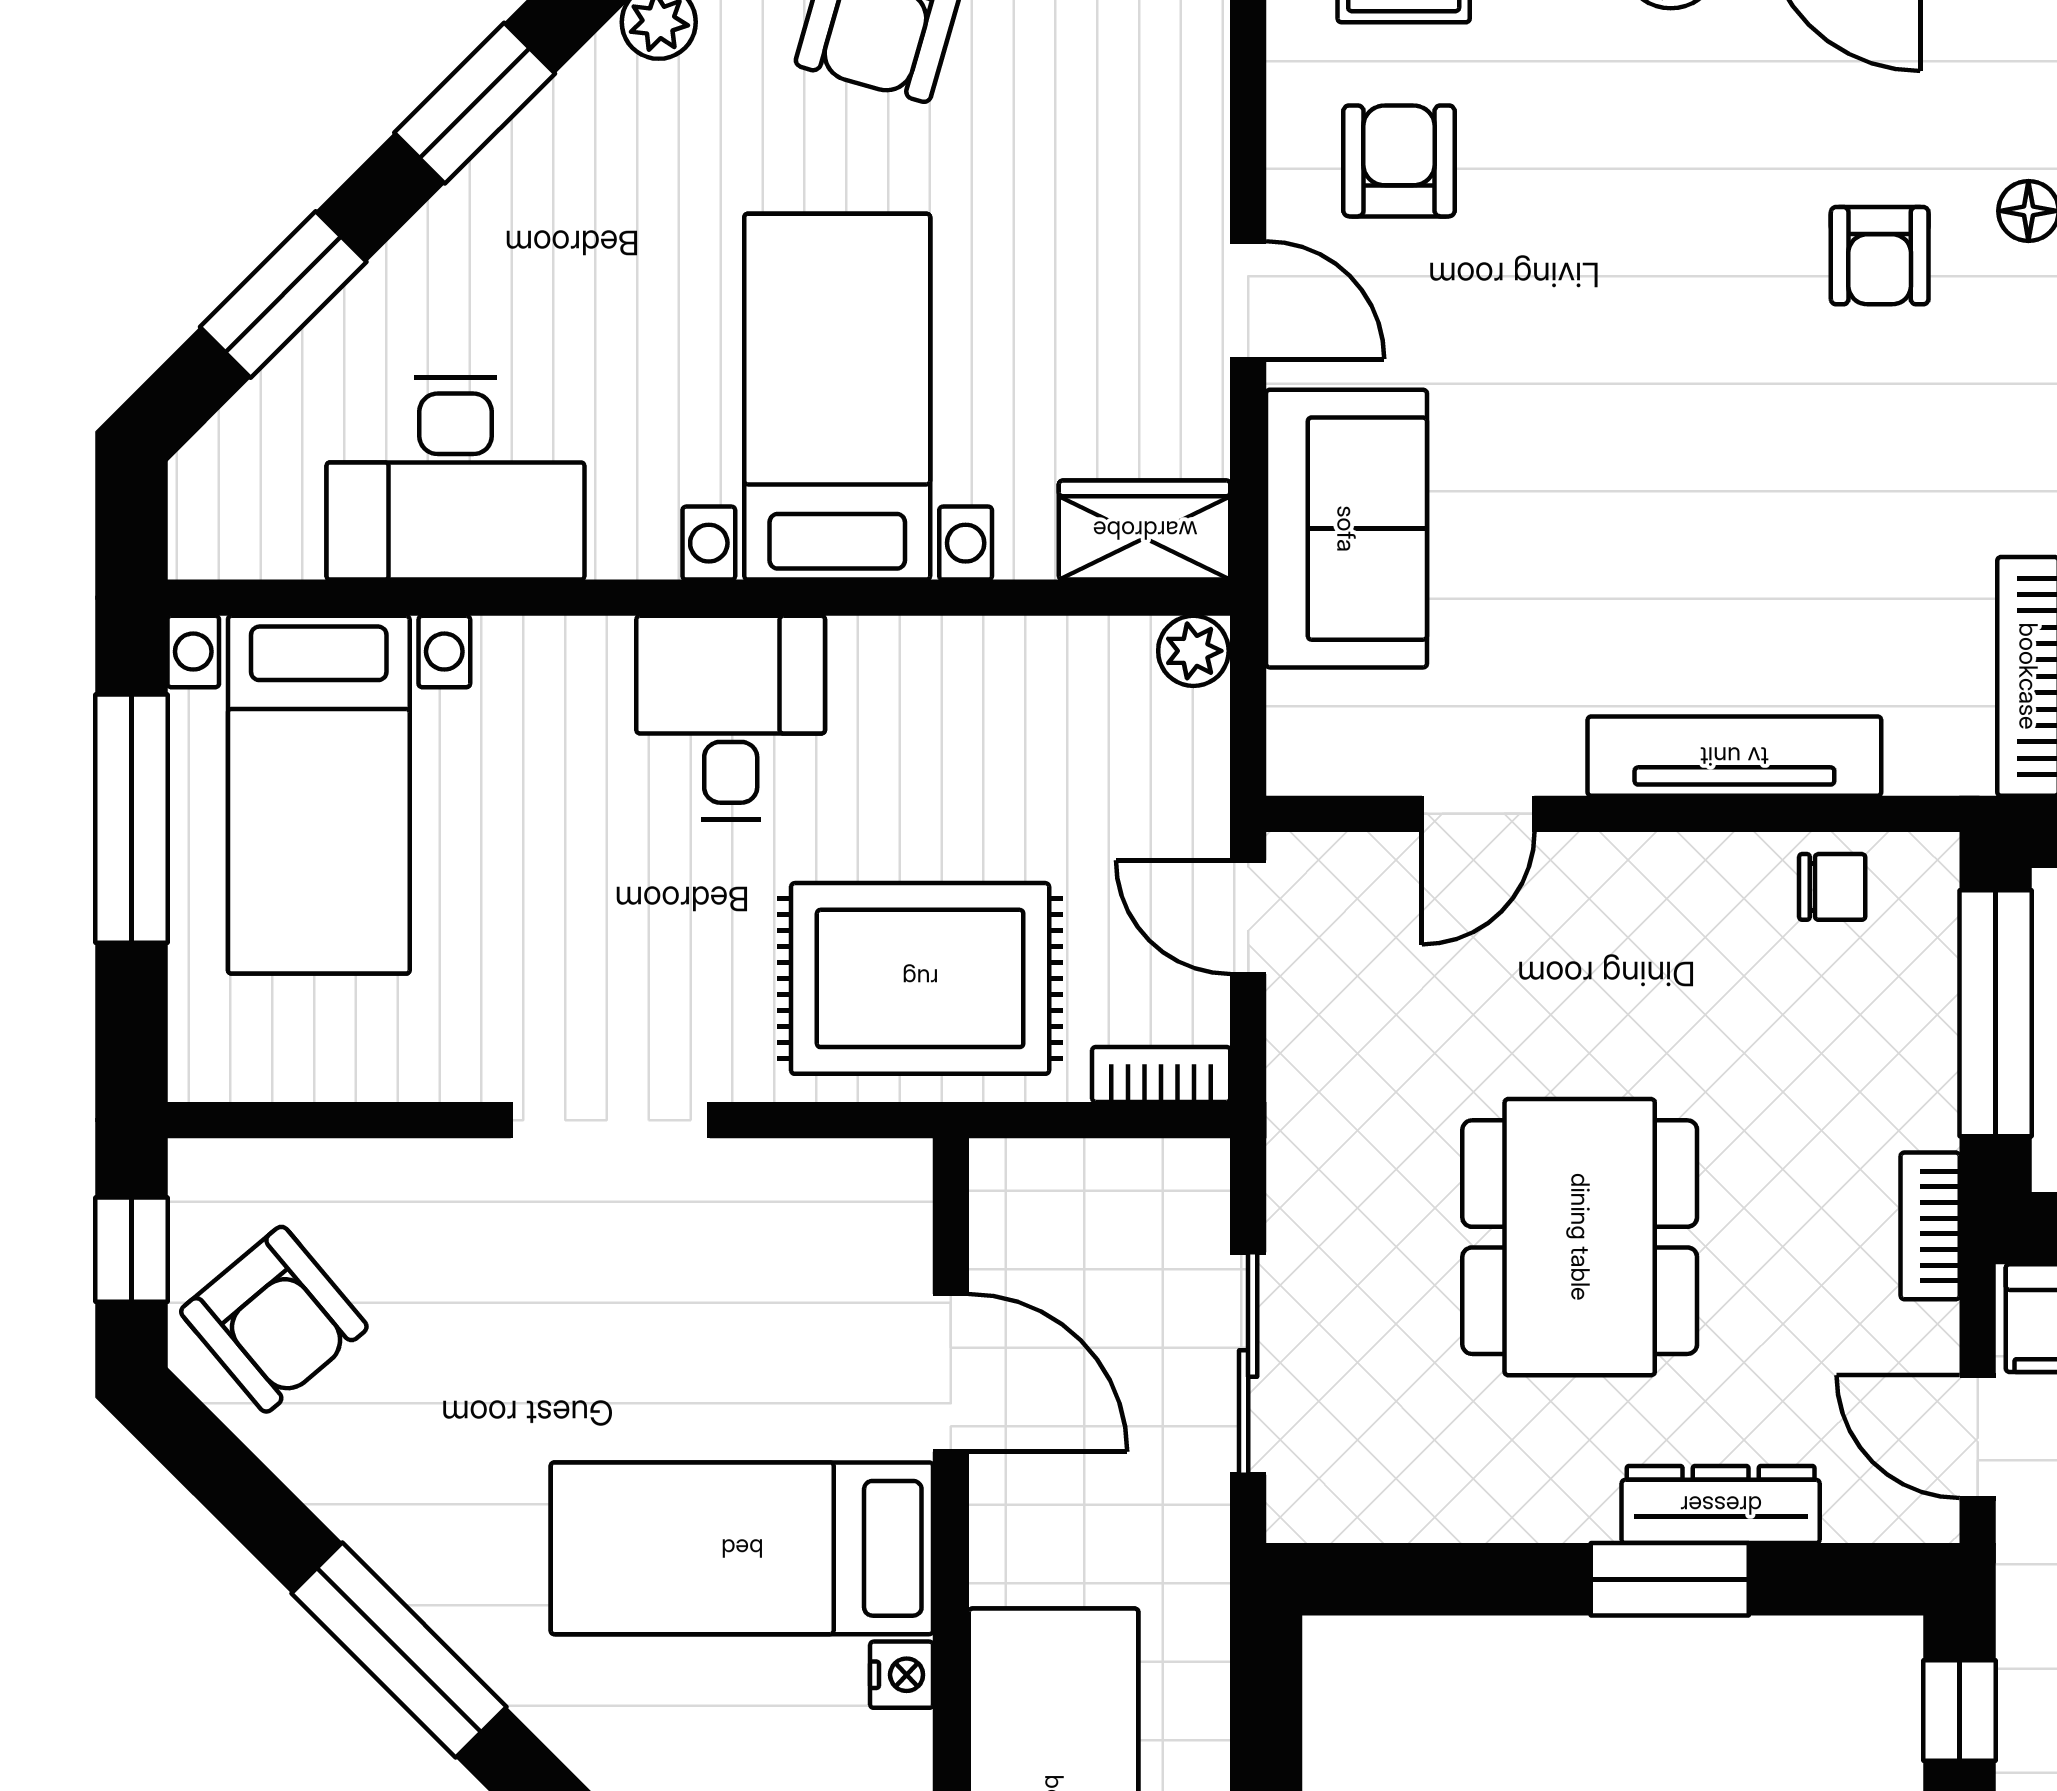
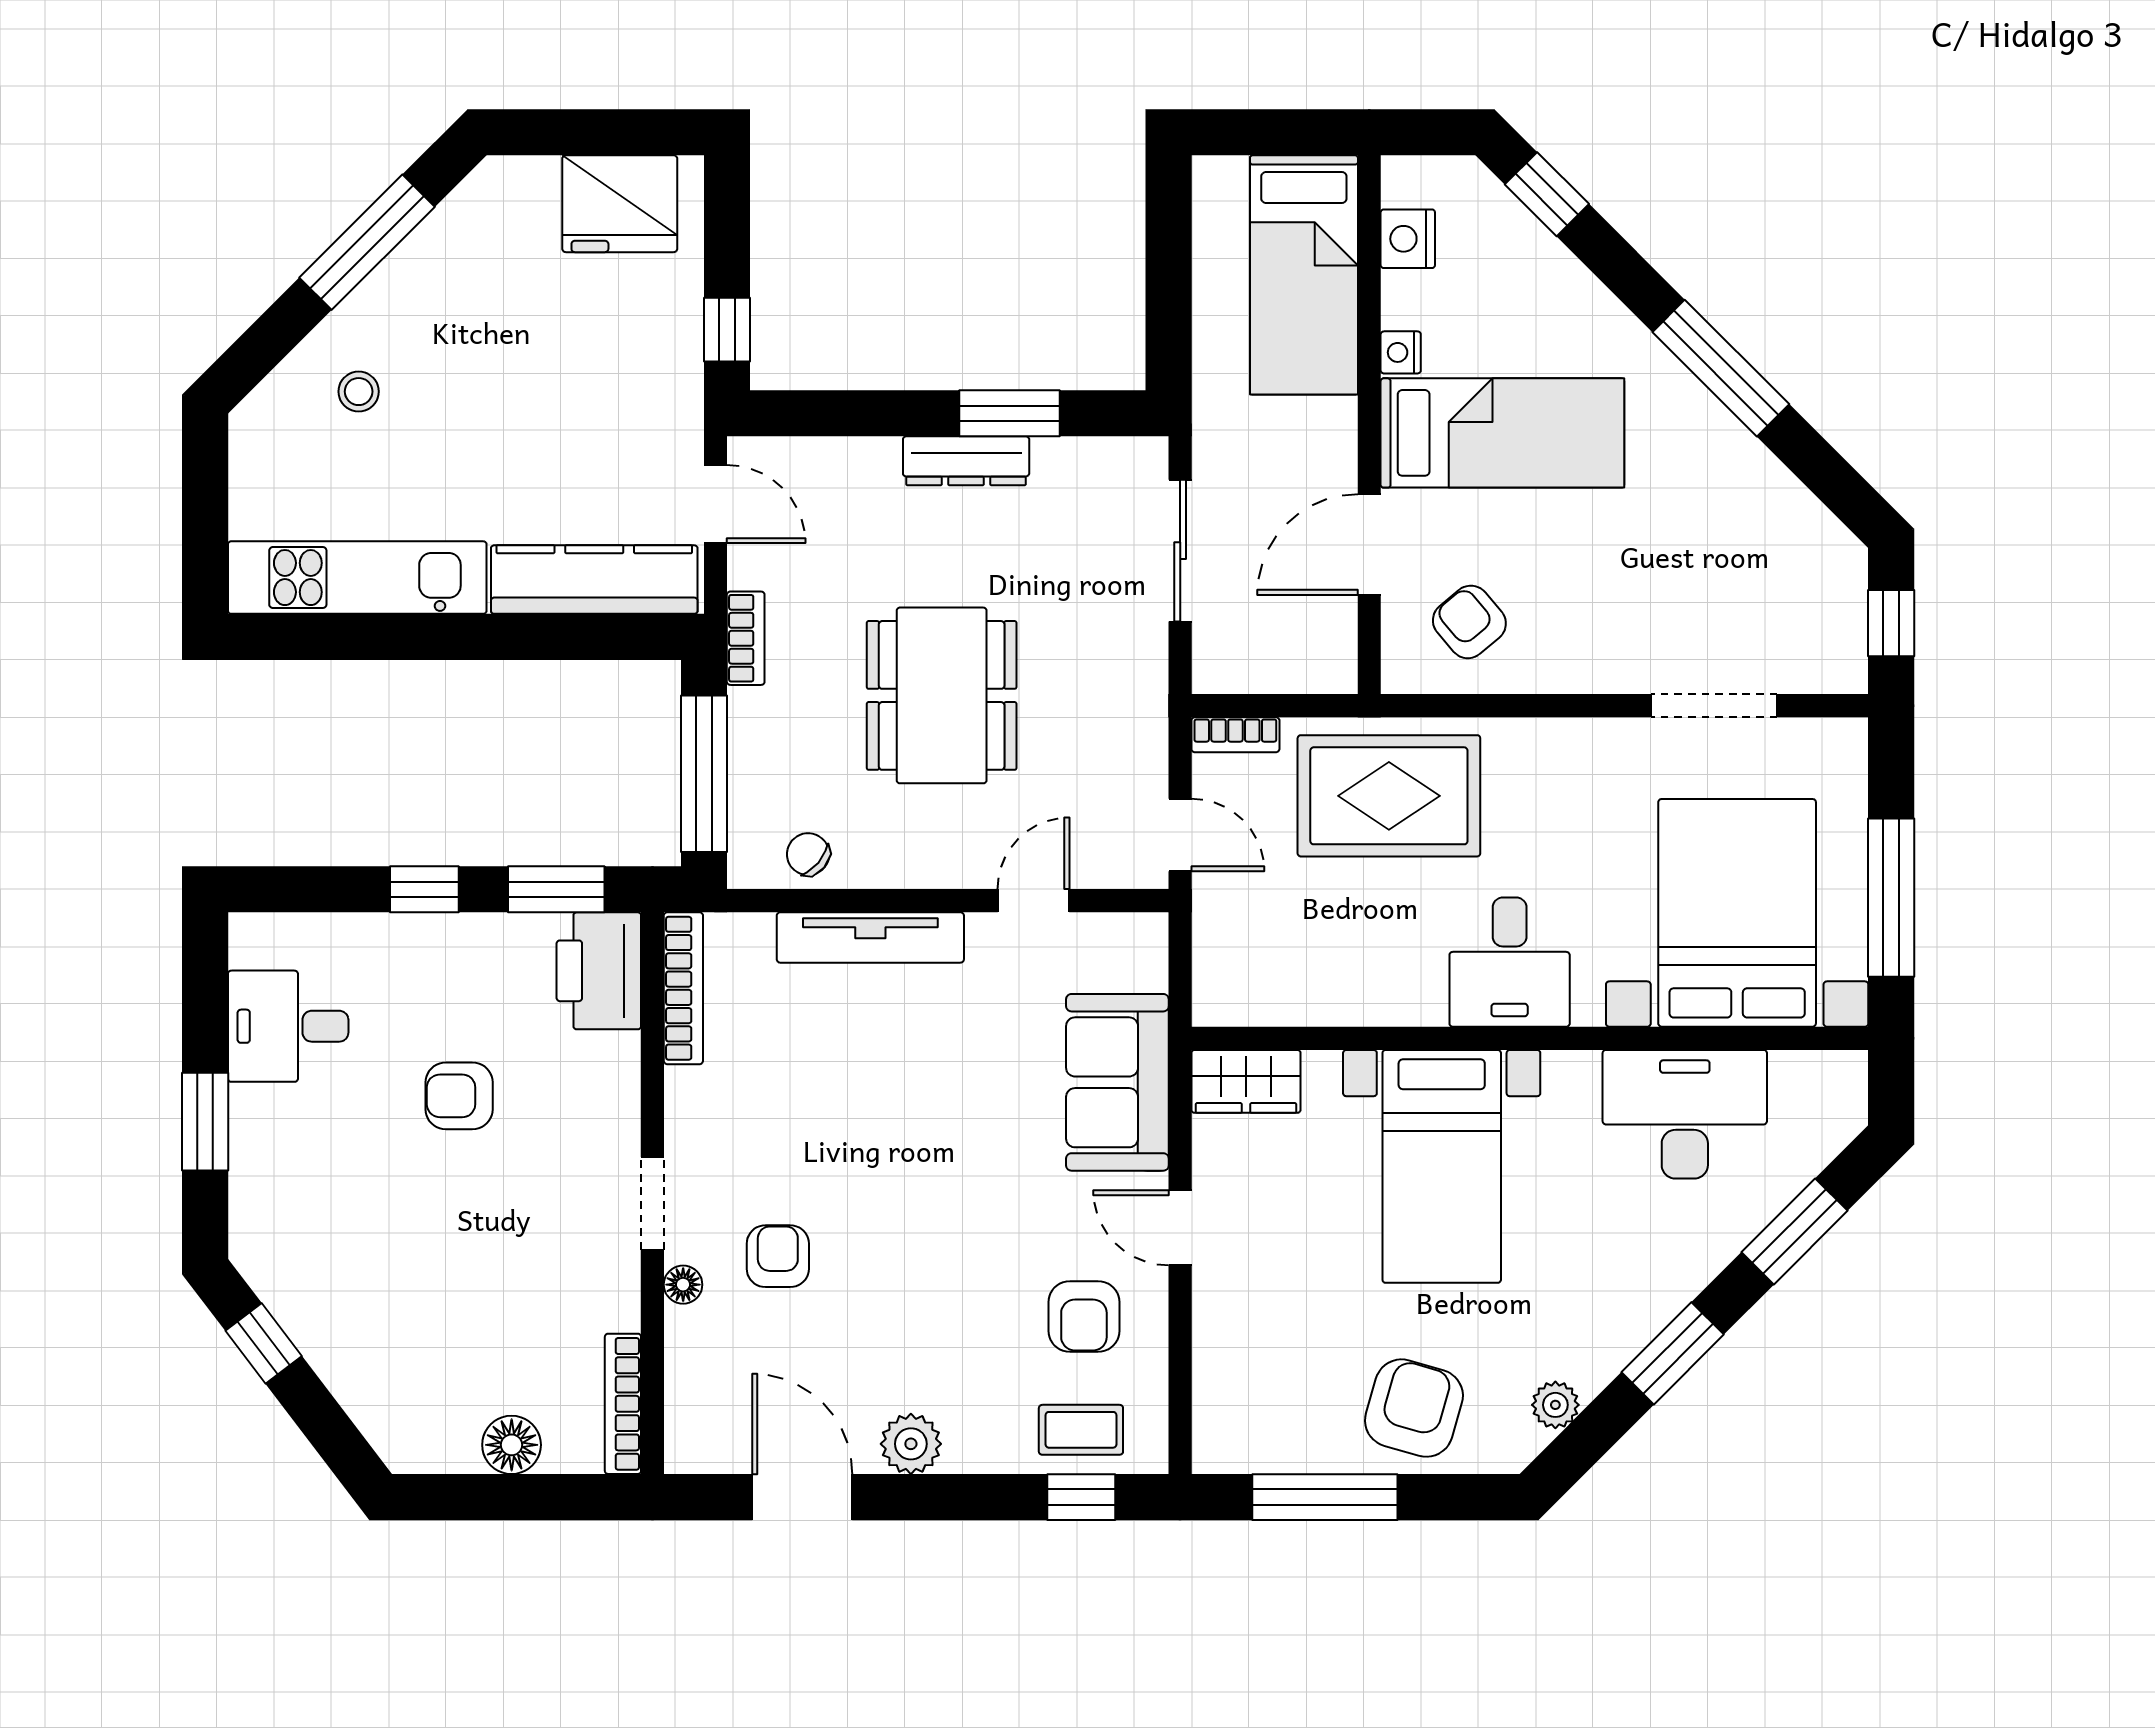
plant: (1193, 651) -> (1215, 1004), removed
bed with nightstands: (319, 795) -> (1737, 913), width x1.36
chair: (1832, 887) -> (808, 854), turned 40
doorway: (610, 1120) -> (1714, 706), moved
dining table: (1580, 1237) -> (942, 695), moved
armchair: (274, 1319) -> (1469, 622), moved, width x0.72, depth x0.72
door: (951, 1373) -> (1369, 545), hinge flipped
dresser: (1721, 1505) -> (966, 461), moved
window: (1670, 1579) -> (1010, 413), moved

